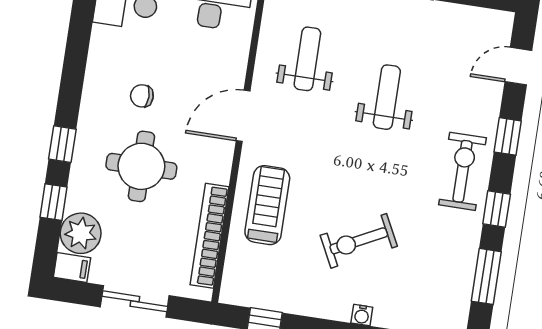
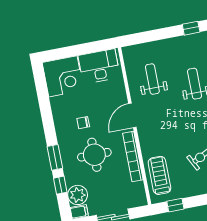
window: (62, 144) -> (55, 157), width x1.50
treadmill: (267, 205) -> (159, 175), moved
bookcase: (210, 236) -> (133, 156), moved

